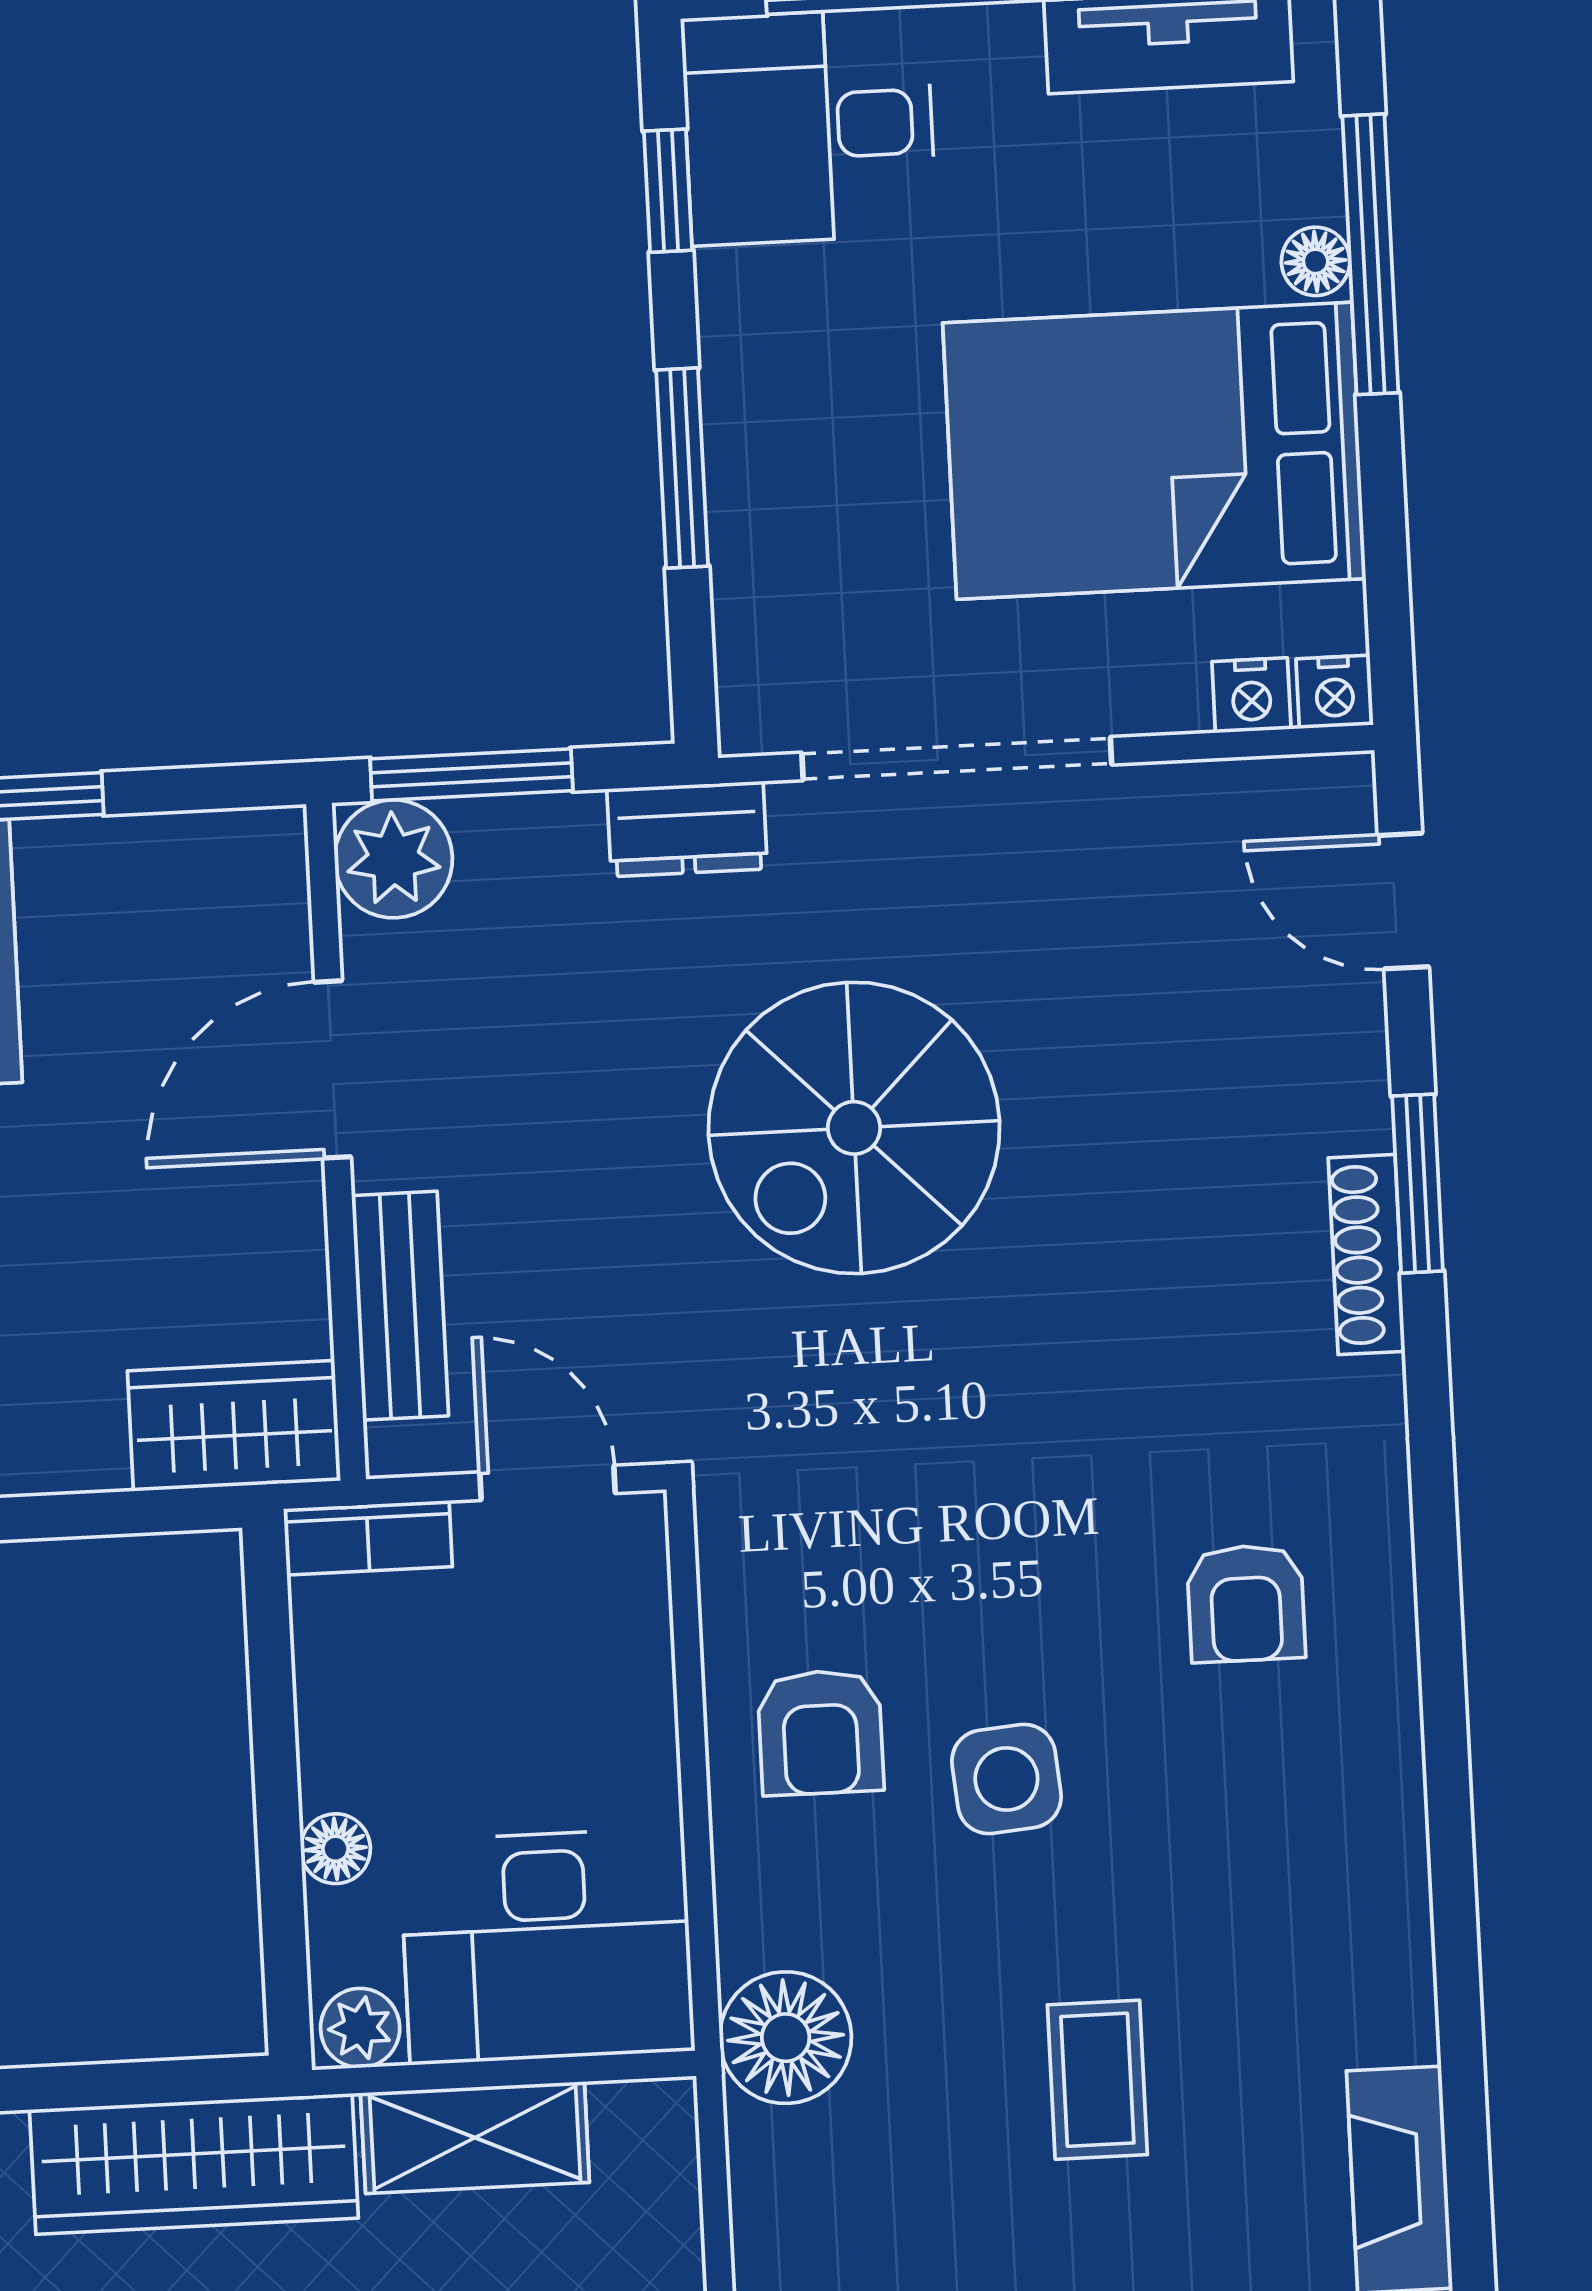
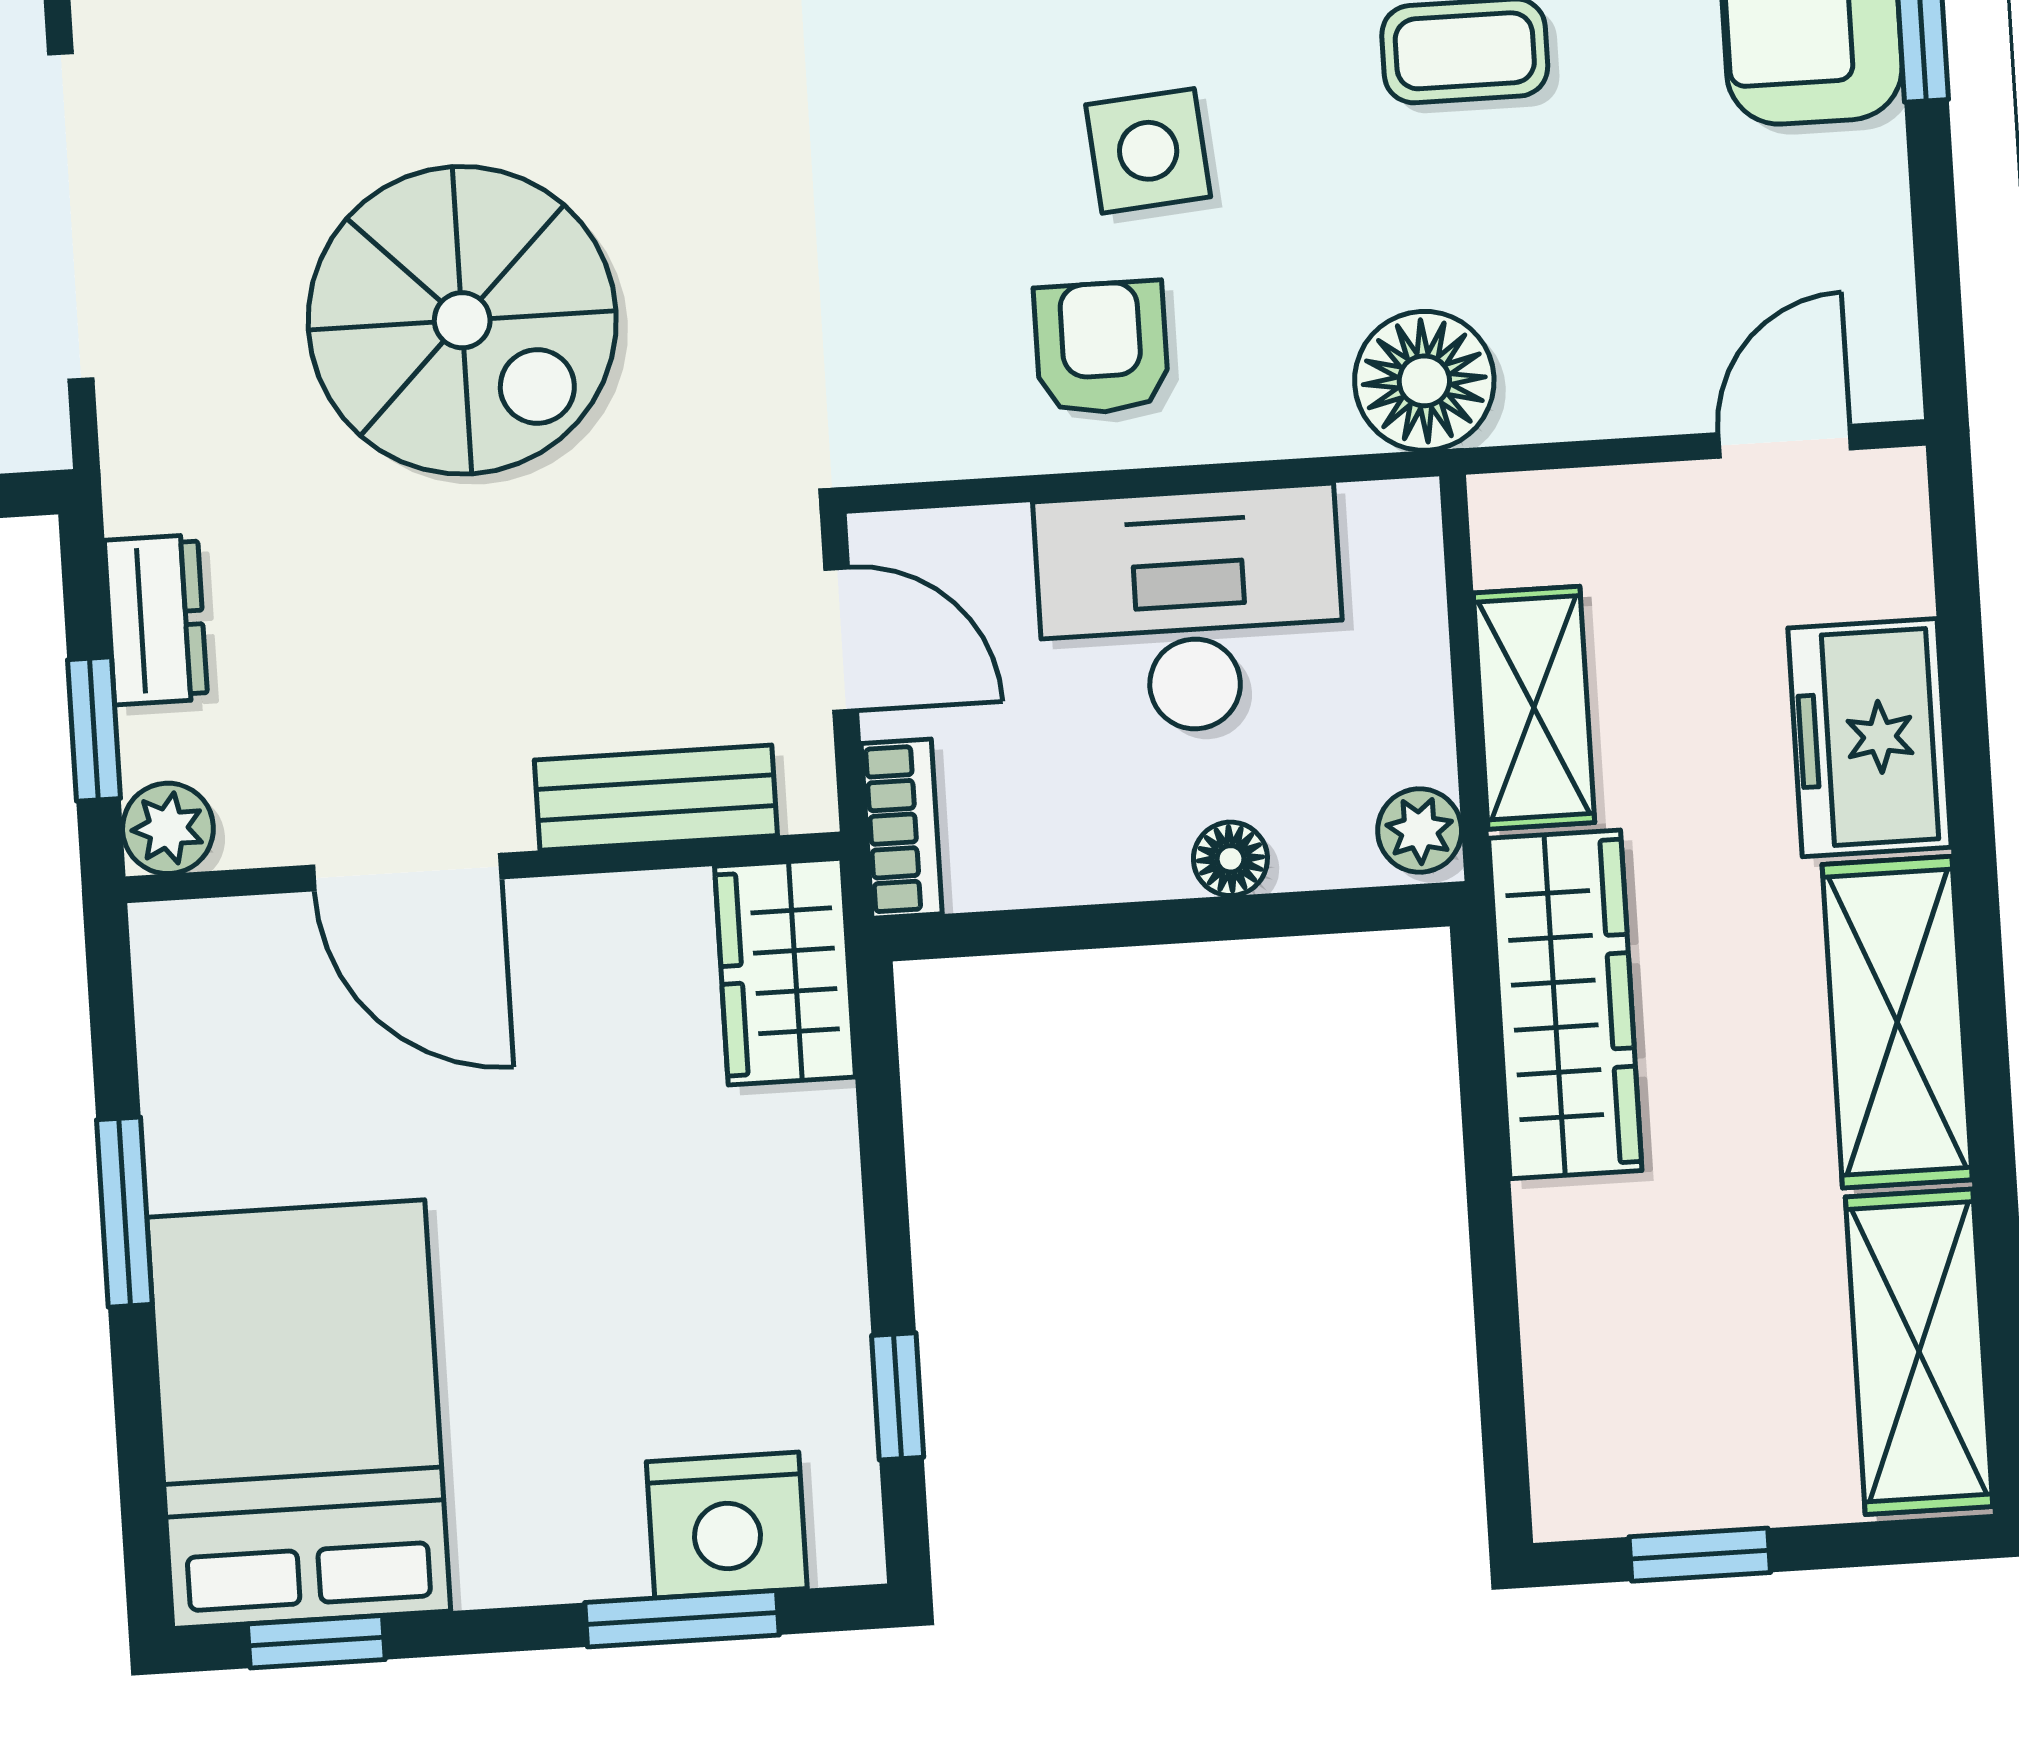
window: (471, 775) -> (94, 729), width x0.67
dresser: (687, 829) -> (156, 620), moved
plant: (393, 859) -> (168, 828), width x0.73, depth x0.73
door: (548, 1483) -> (841, 640), swing flipped
armchair: (820, 1732) -> (1101, 348), turned -90
desk: (547, 1946) -> (1190, 611), moved, turned -90

